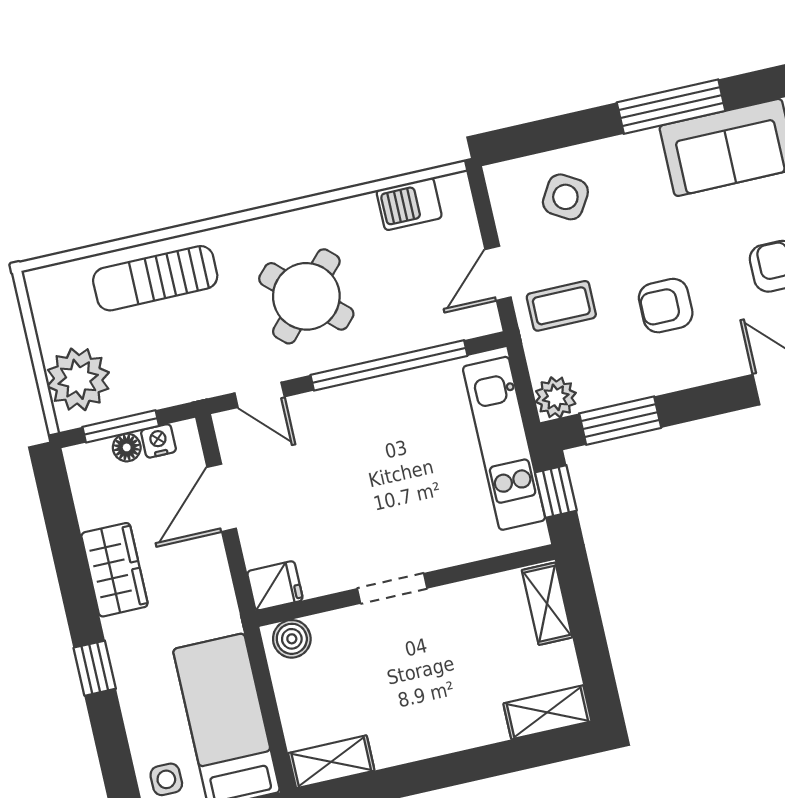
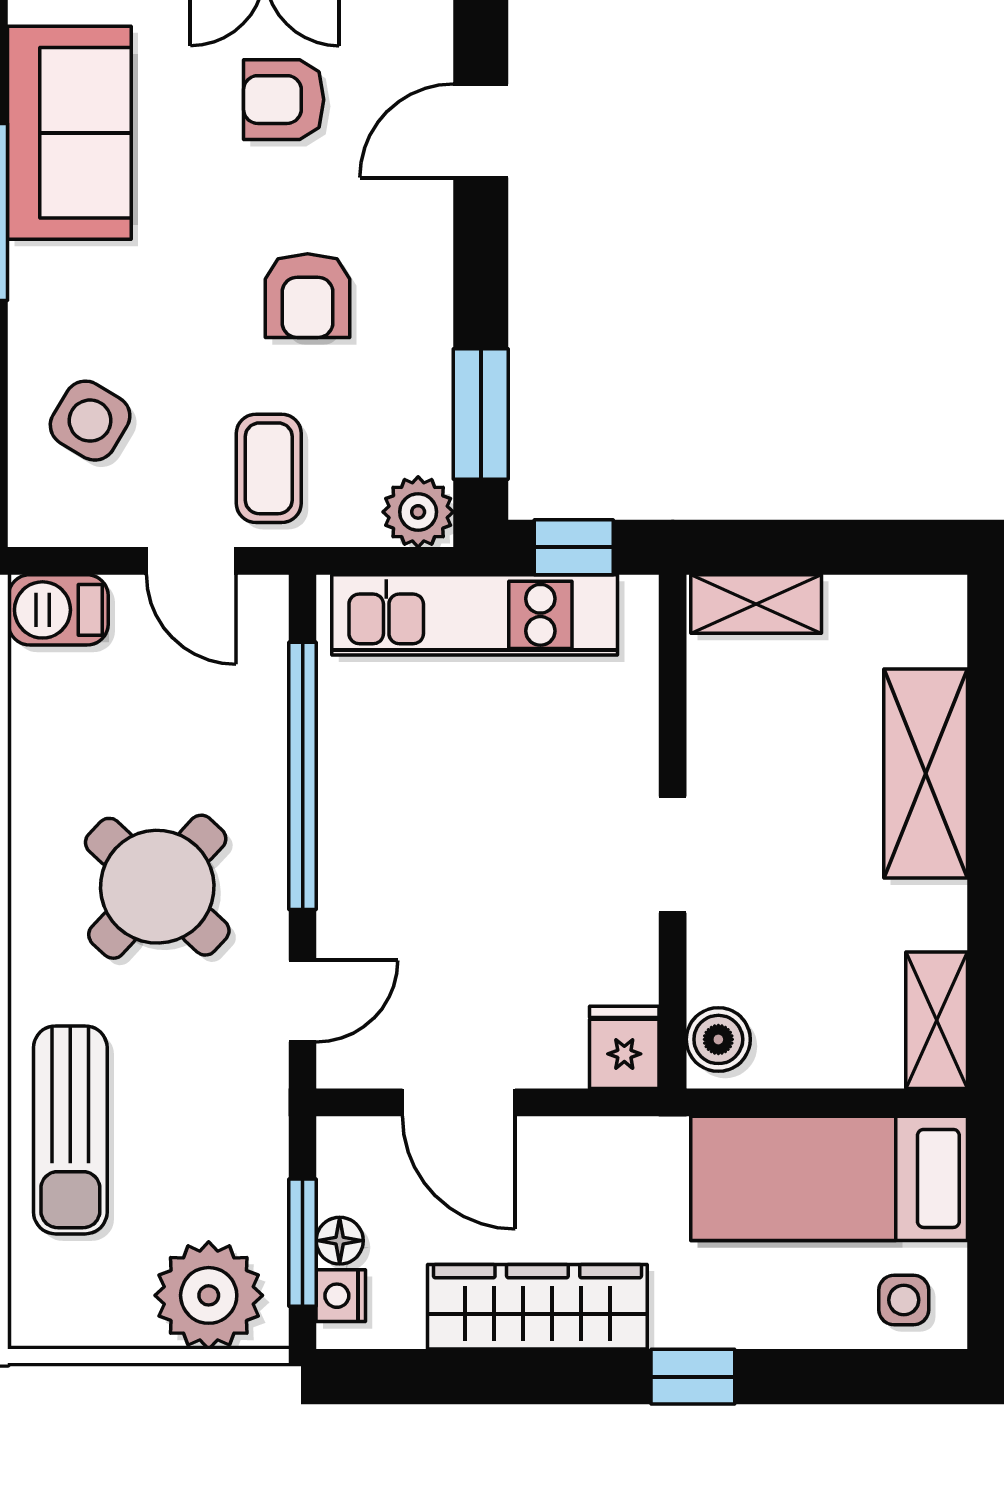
barbecue: (409, 204) -> (58, 610), moved, turned 90
nightstand: (158, 441) -> (341, 1296), moved
wardrobe: (115, 570) -> (537, 1307), width x1.50
shelving: (547, 712) -> (926, 774), moved, width x1.50, depth x1.33

